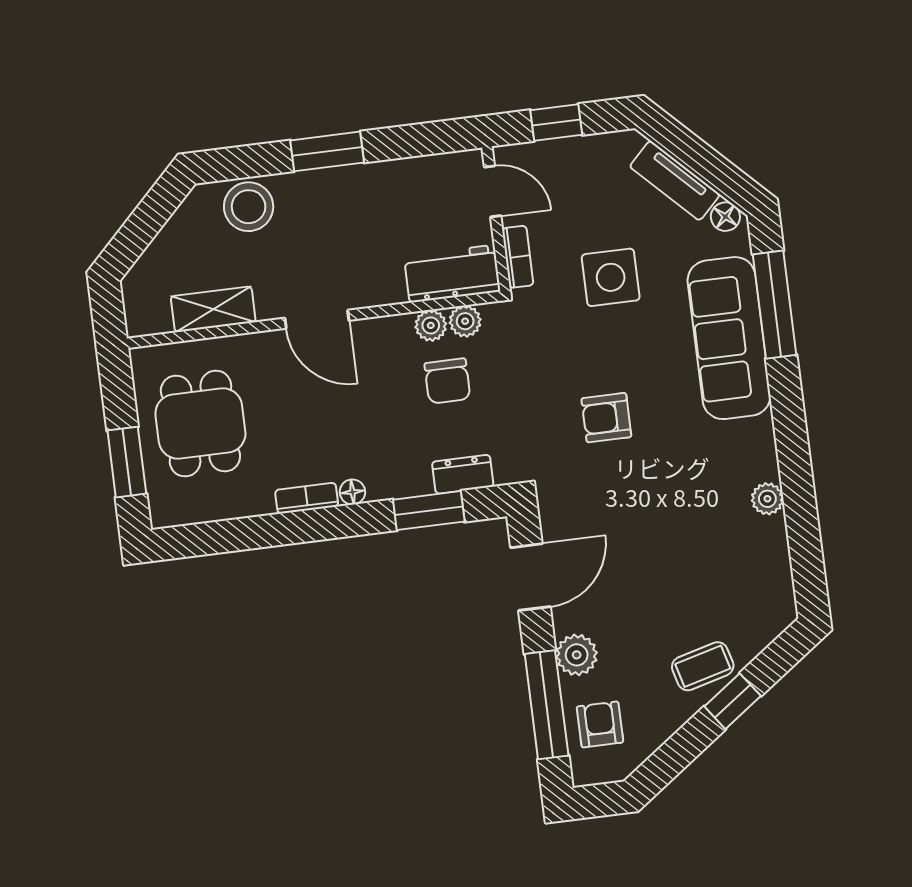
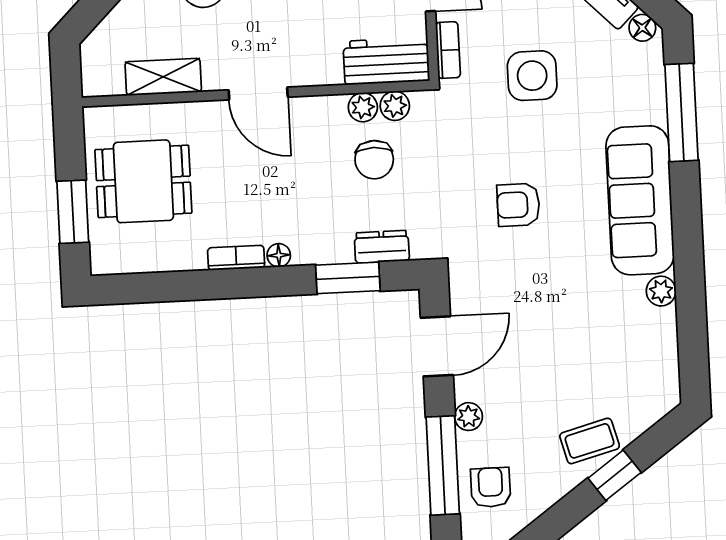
sofa: (729, 338) -> (640, 200), moved
dining table: (200, 424) -> (143, 181), turned 90
plant: (577, 655) -> (469, 417), width x0.73, depth x0.73

